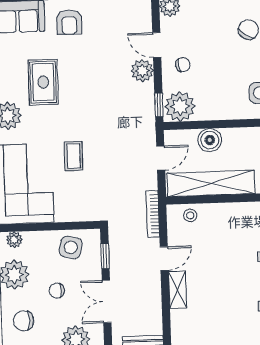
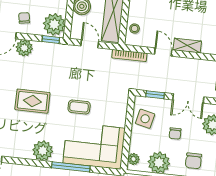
rug: (43, 82) -> (32, 101), moved

